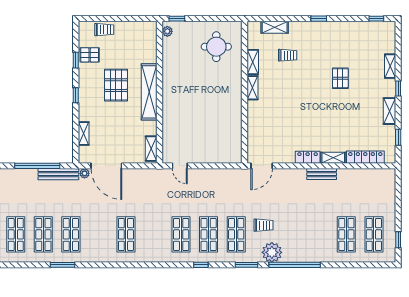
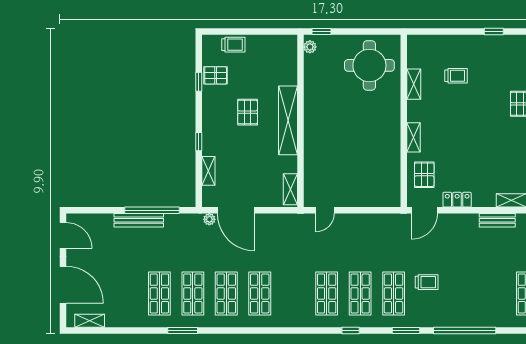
shelving: (275, 27) -> (440, 42), removed
round table: (216, 47) -> (369, 65), width x1.36, depth x1.36
pallet: (116, 85) -> (248, 112), width x0.67, depth x0.71
shelving: (253, 88) -> (413, 137), moved
window: (76, 95) -> (199, 142), moved
pallet: (261, 137) -> (424, 175), added
locker: (308, 157) -> (457, 200), moved
door: (180, 166) -> (325, 210), hinge flipped
bench: (58, 174) -> (139, 220), moved
shop shelf: (16, 234) -> (226, 293), moved
plant: (272, 252) -> (437, 315), removed

